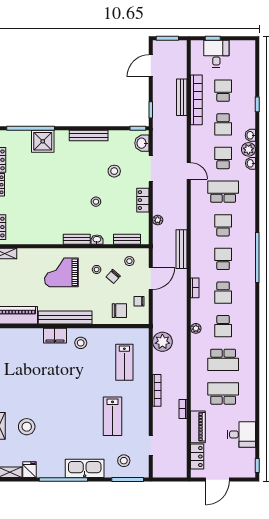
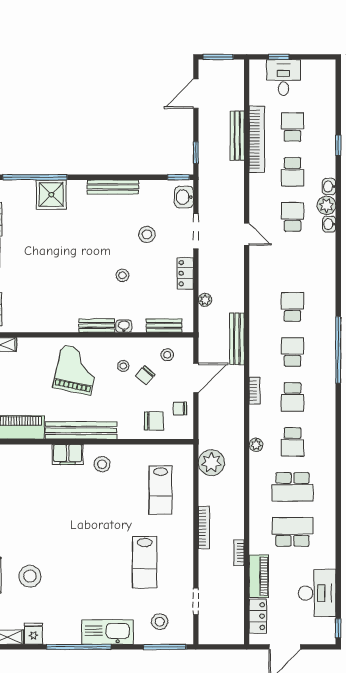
school desk: (223, 192) -> (292, 262), removed
grand piano: (61, 272) -> (76, 370), turned 102
desk: (241, 434) -> (317, 593), width x1.37

